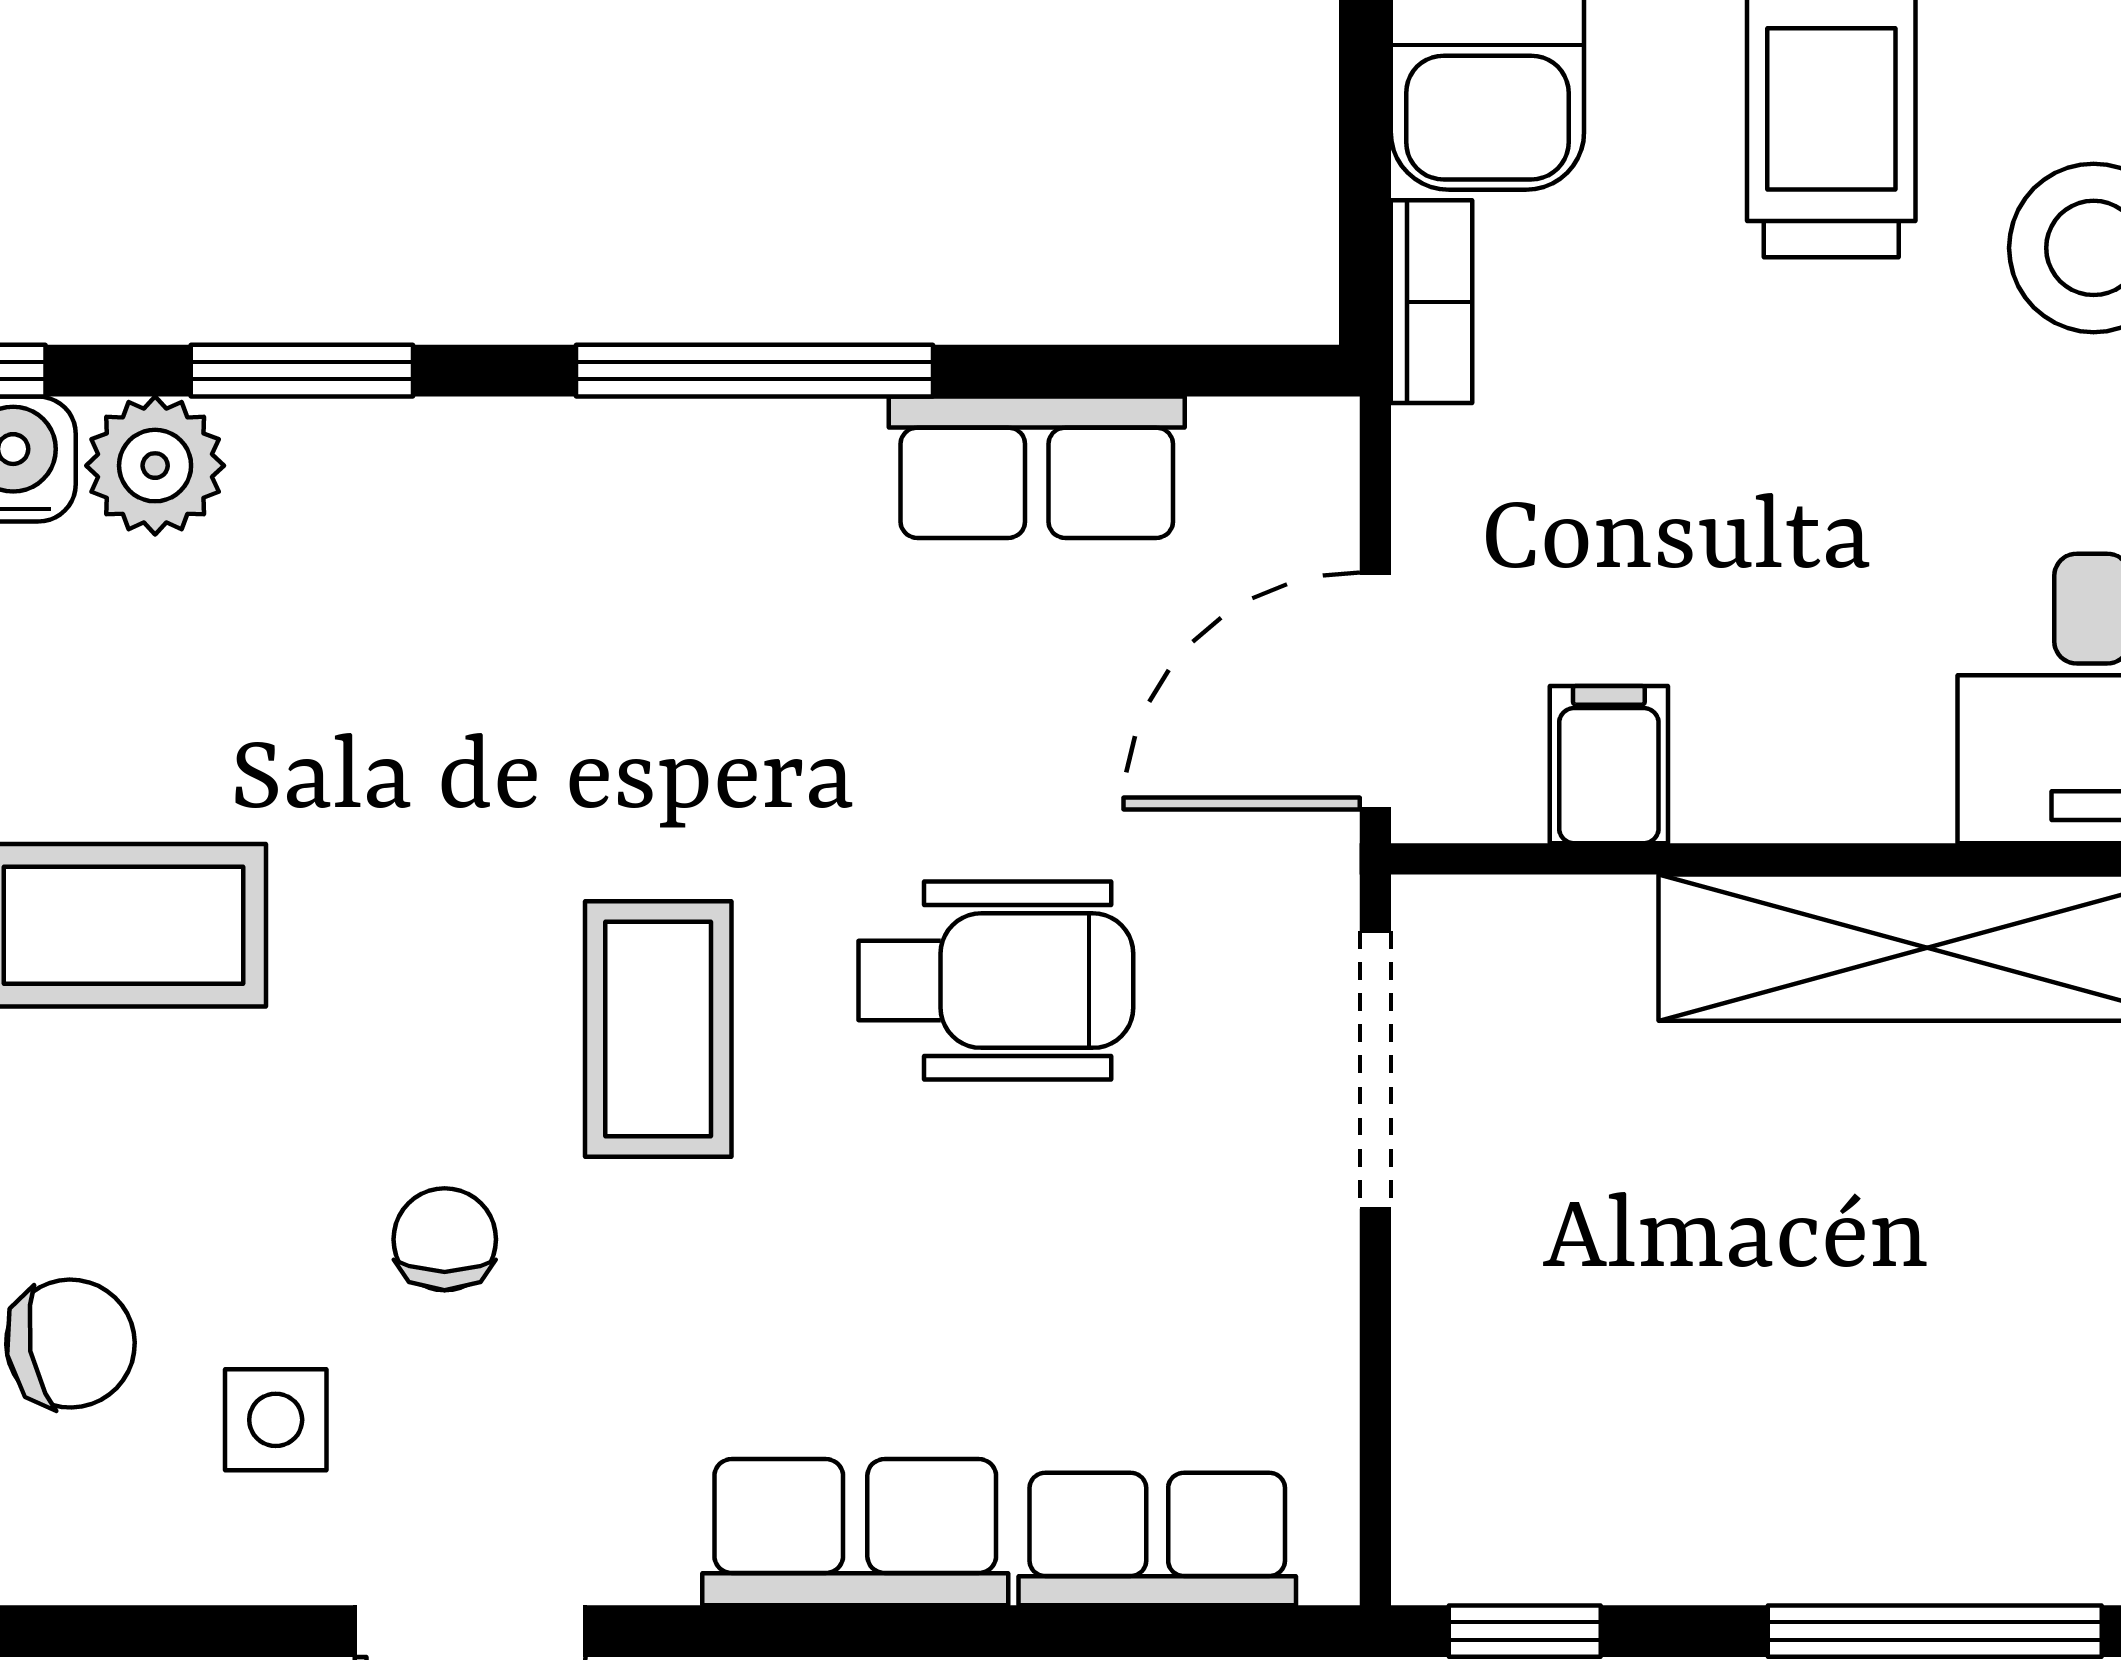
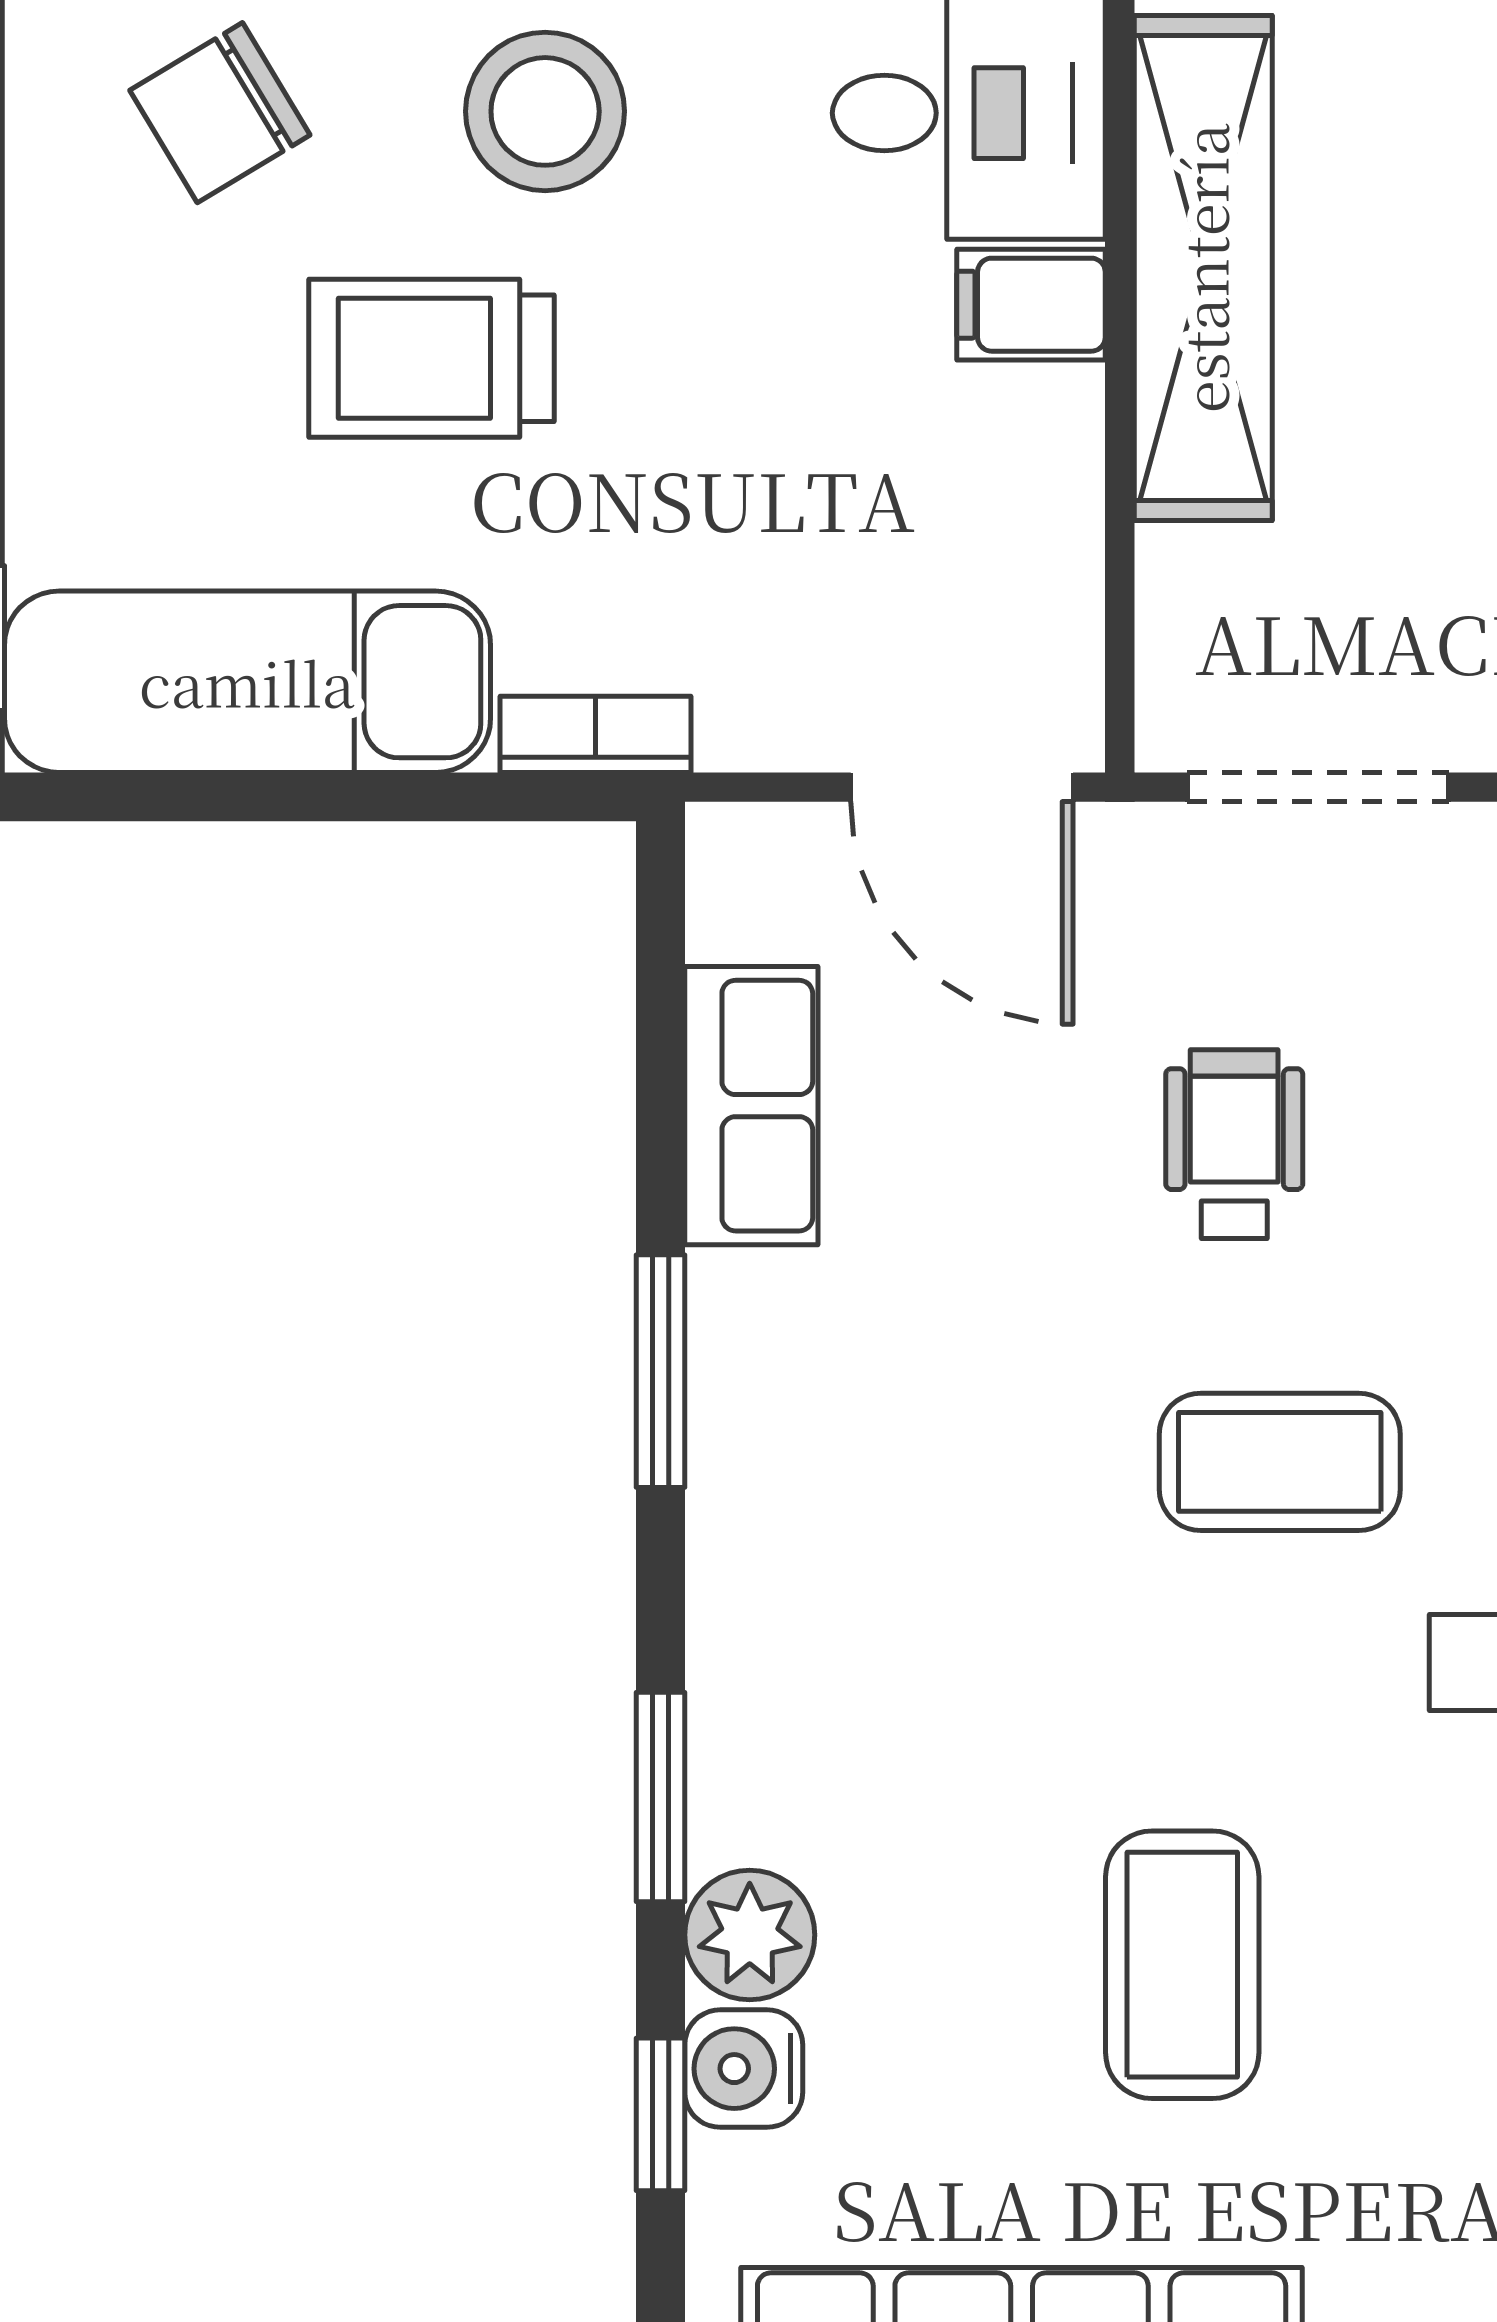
window: (755, 371) -> (660, 1371), width x0.69
filing cabinet: (1609, 765) -> (1031, 305), moved
wheelchair: (996, 981) -> (1234, 1144), width x0.73, depth x0.73

